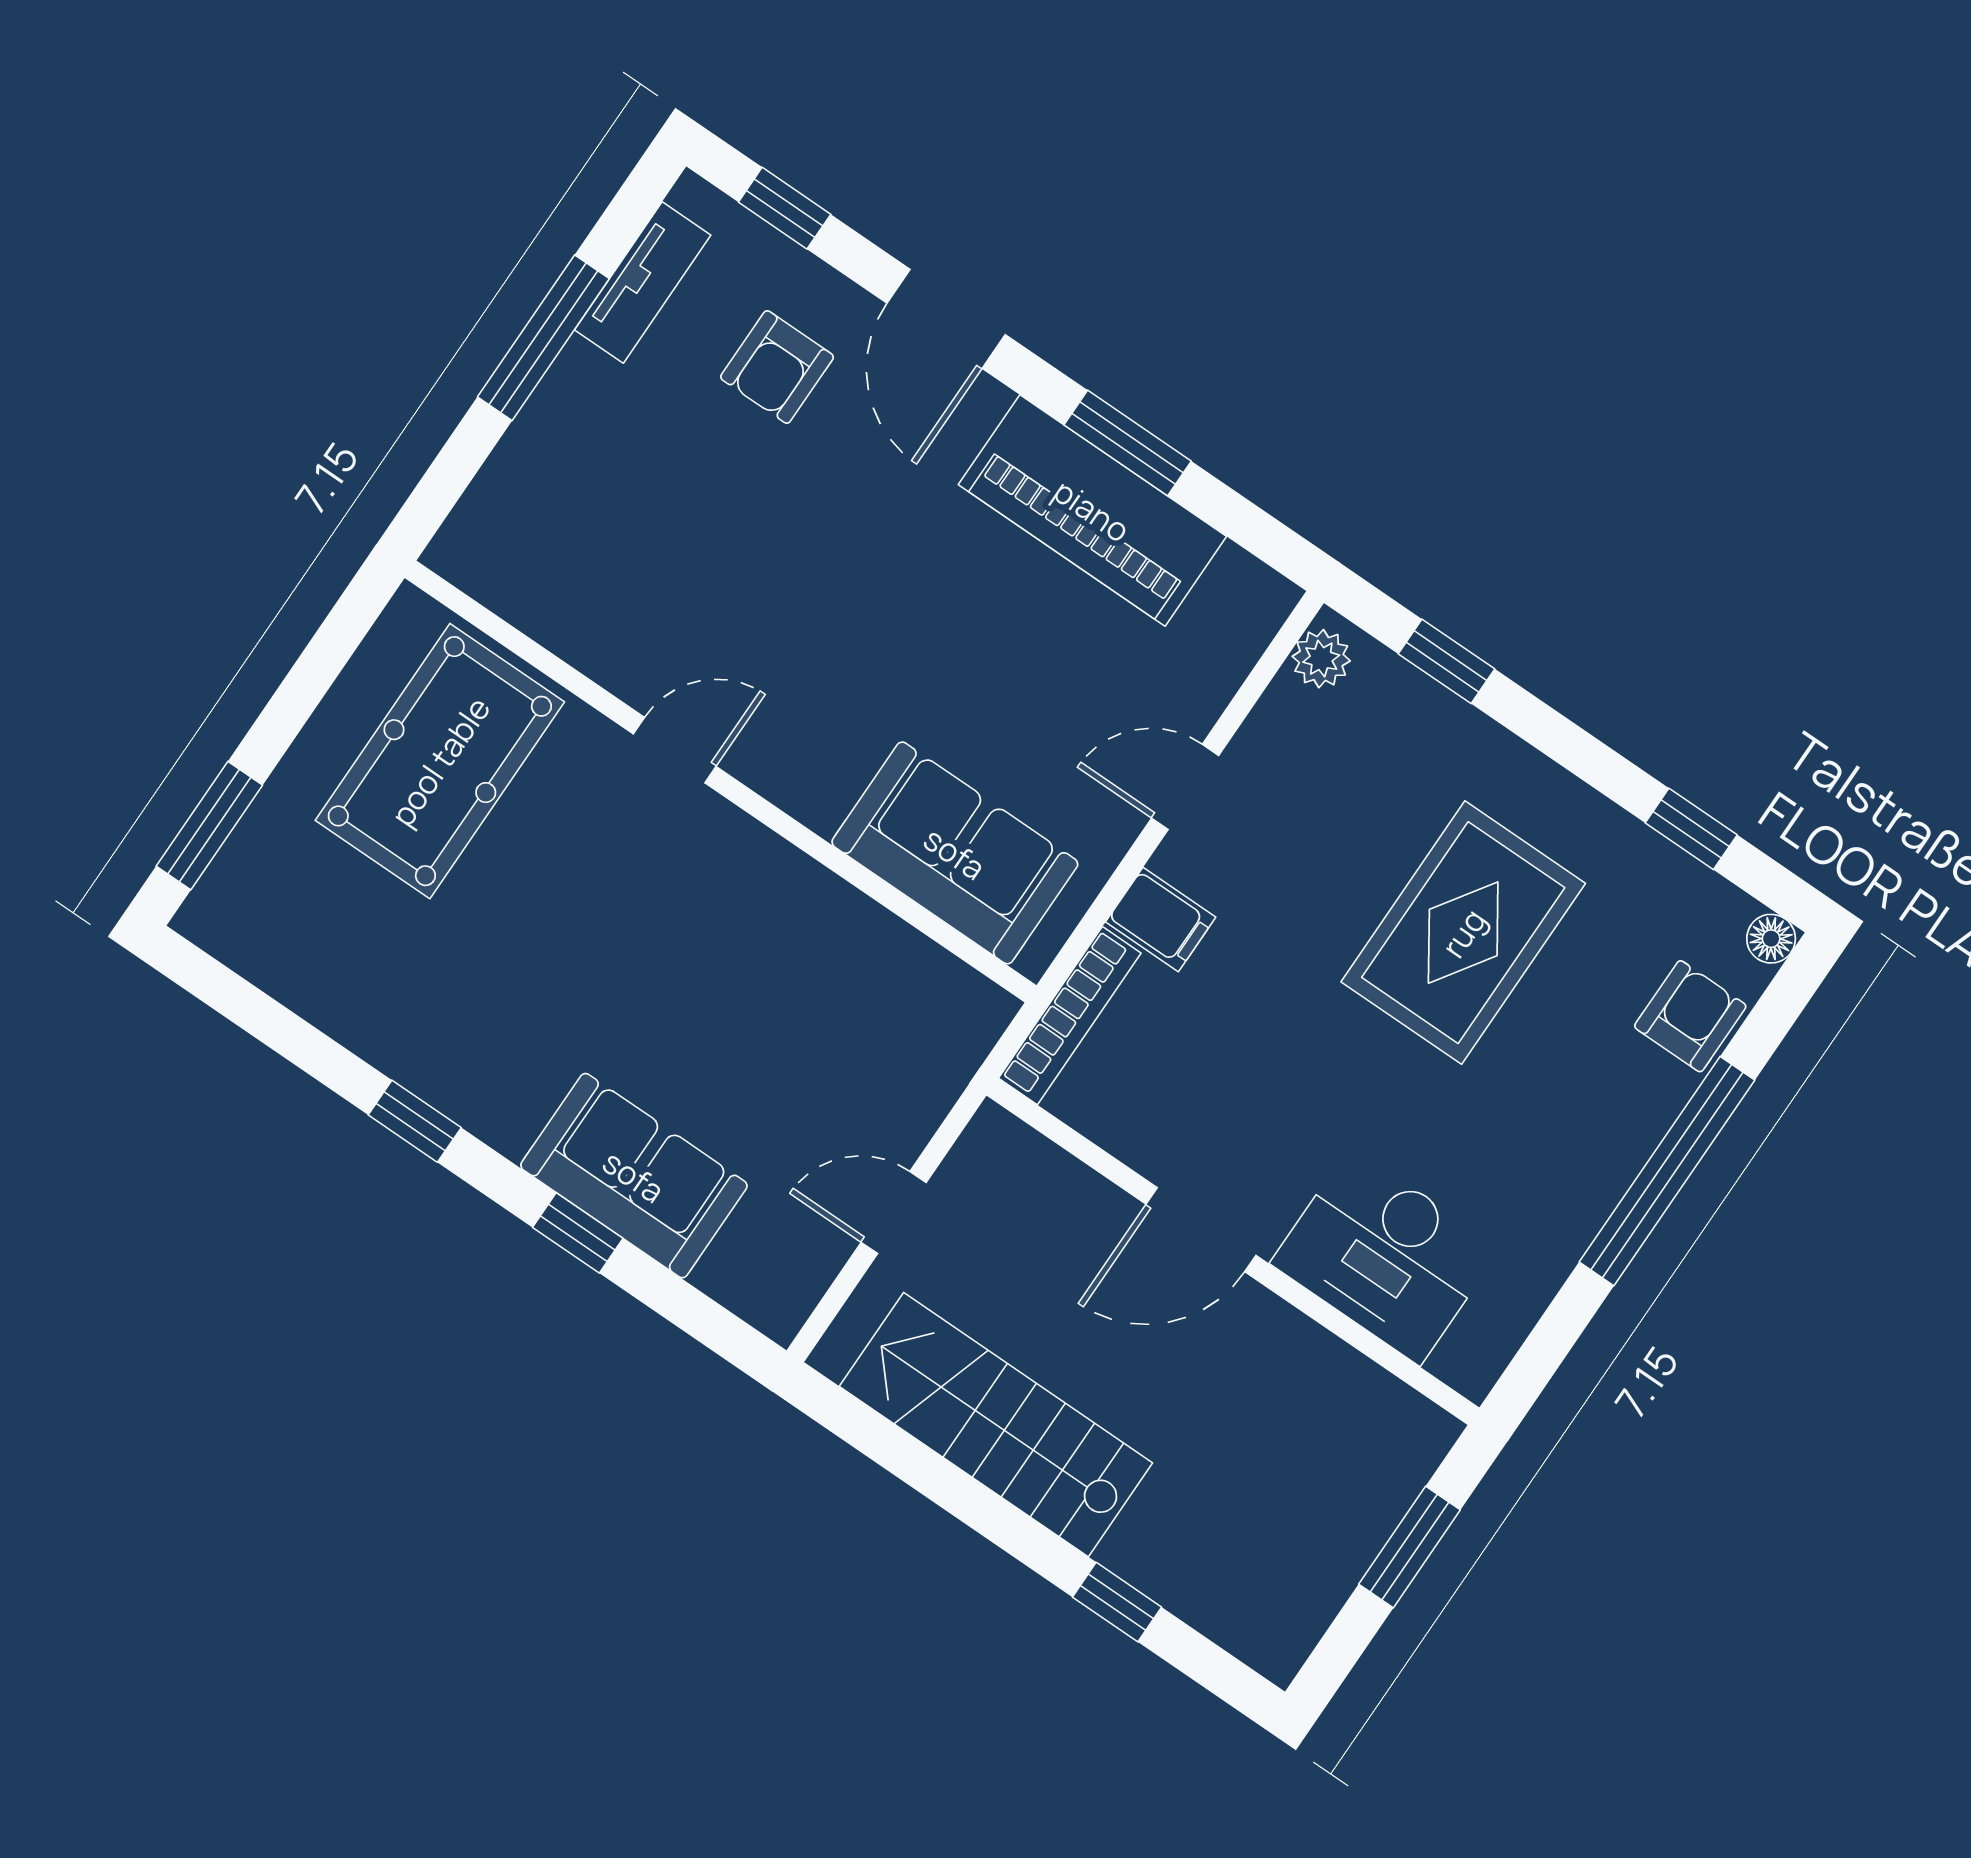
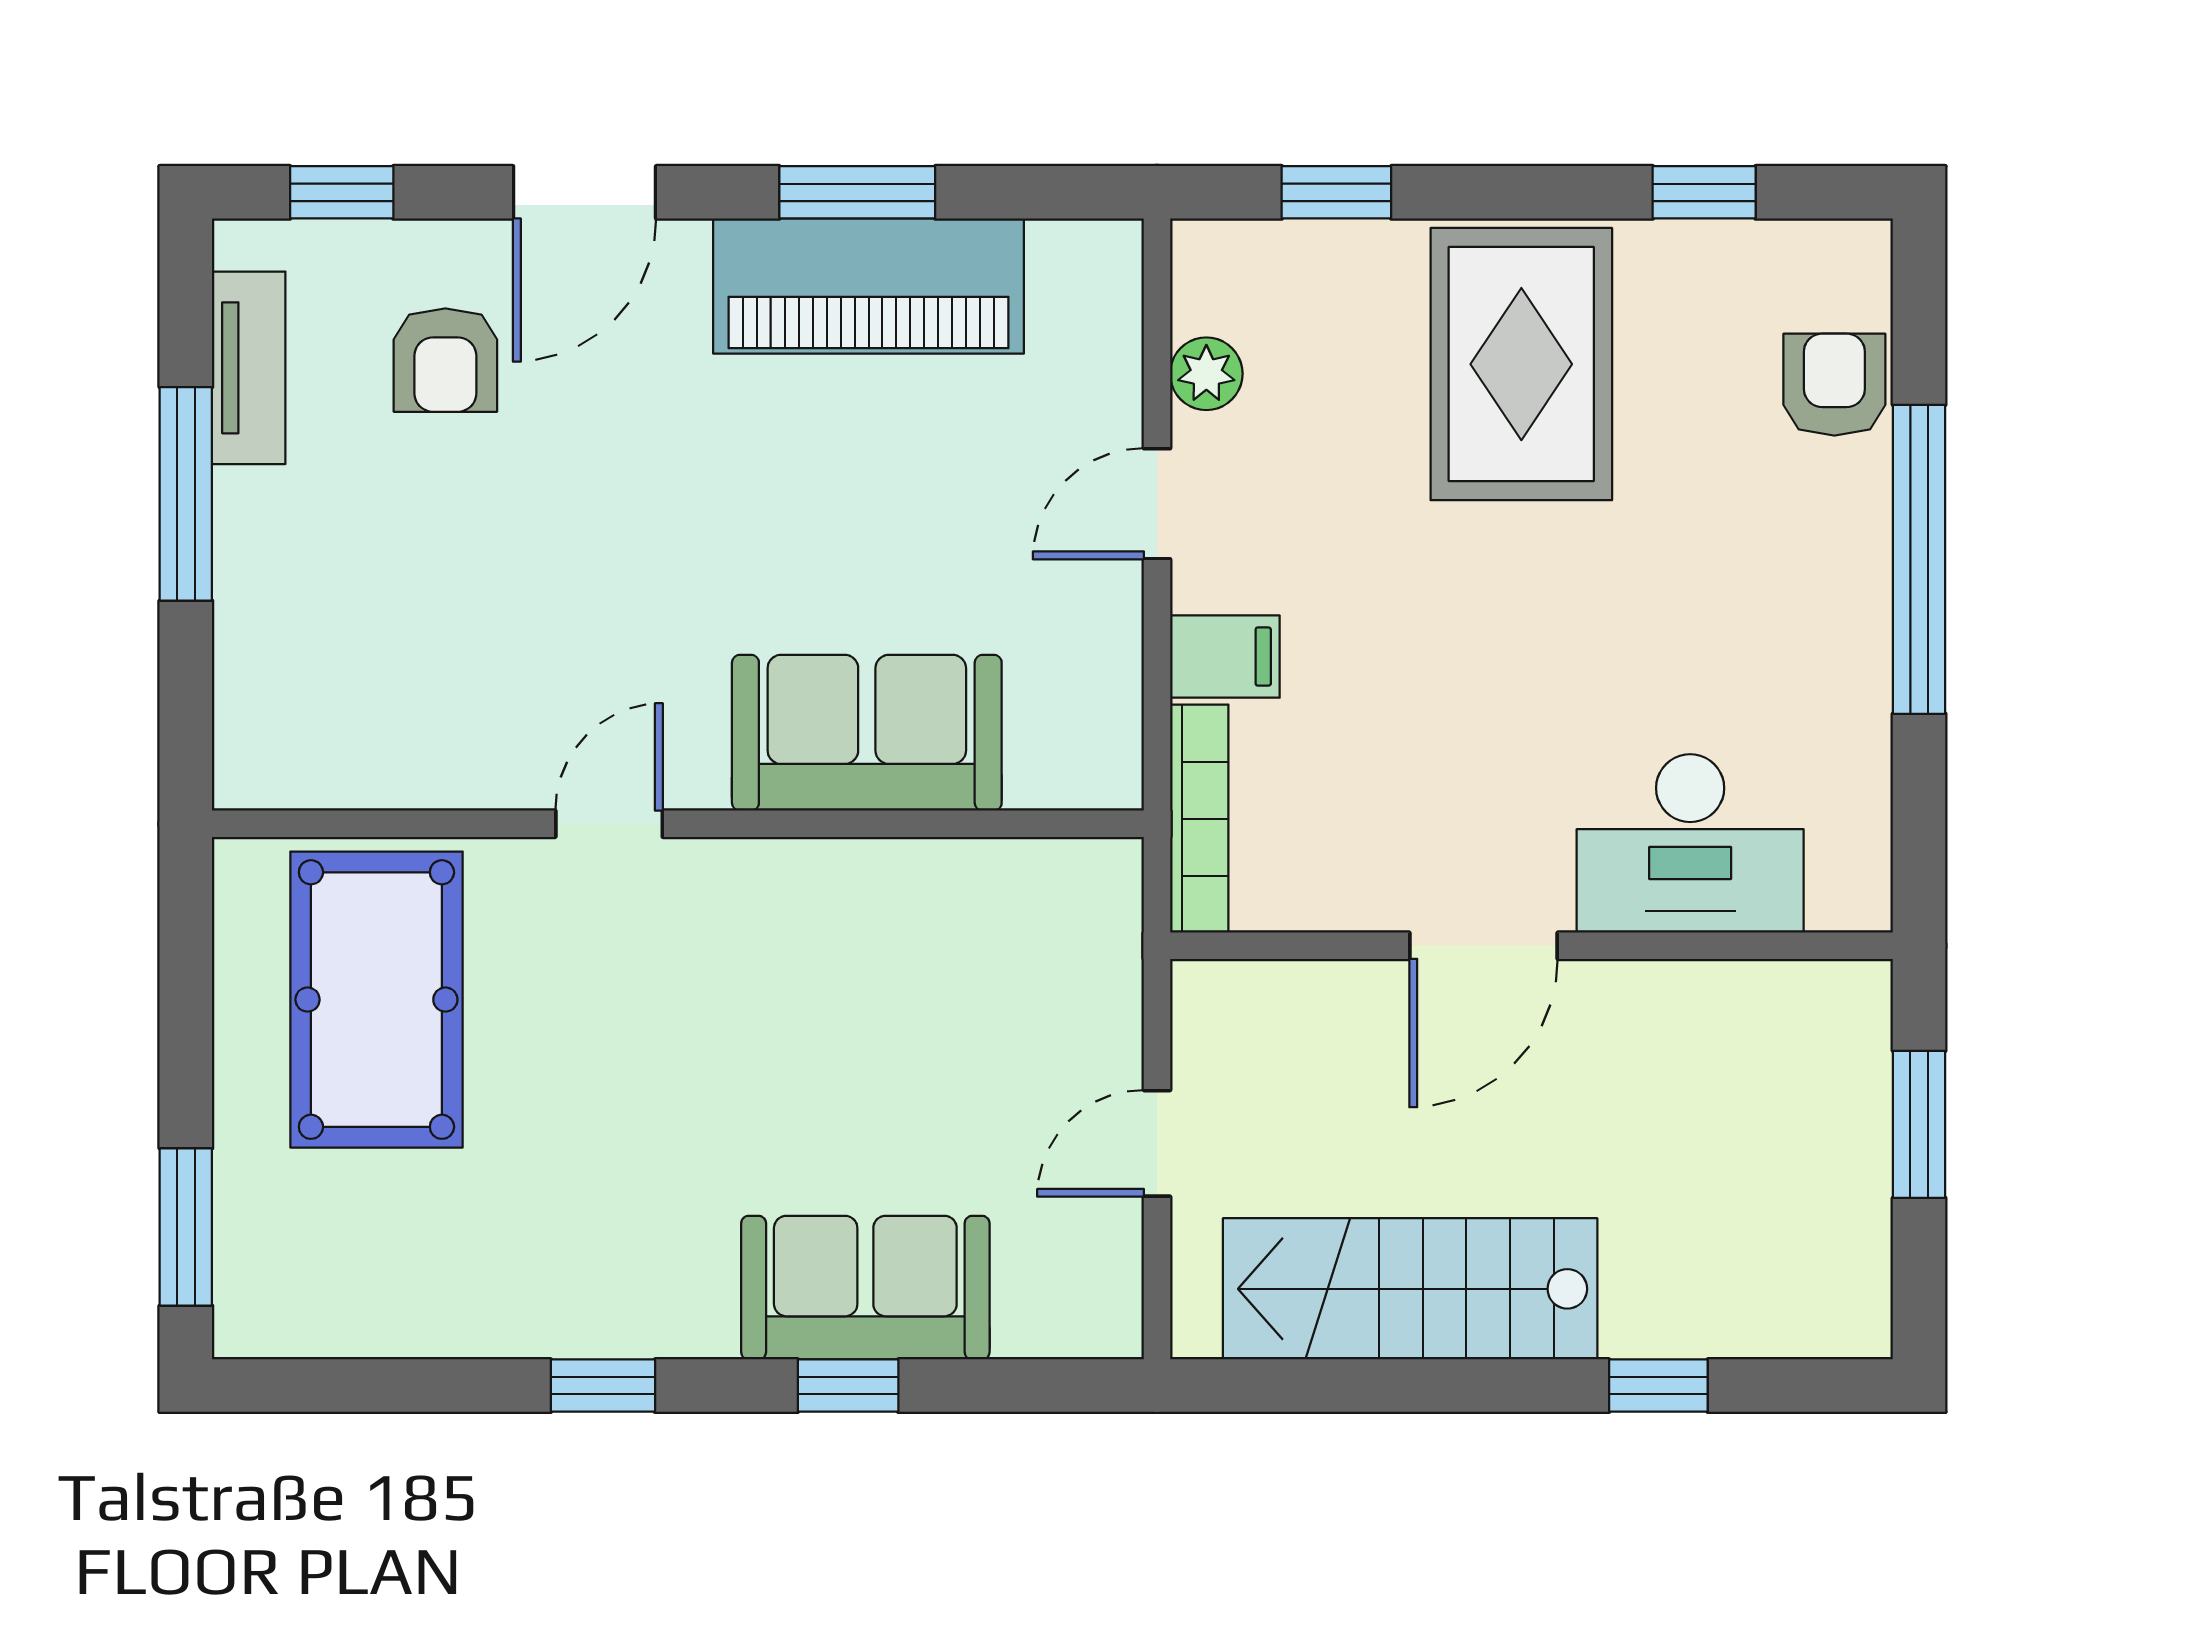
door: (946, 319) -> (585, 192), hinge flipped
plant: (1321, 659) -> (1206, 374), moved
sofa: (955, 853) -> (867, 733), moved
rug: (1463, 933) -> (1521, 364), moved
floor lamp: (1771, 939) -> (1863, 249), removed

